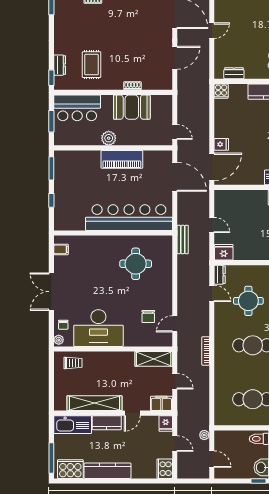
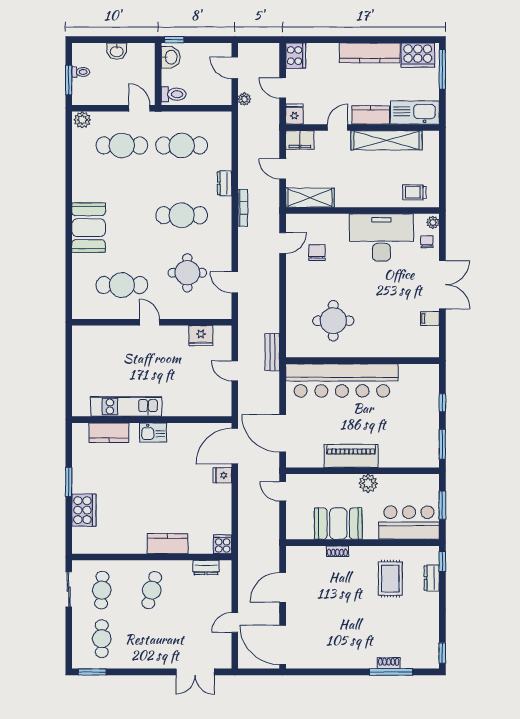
filing cabinet: (61, 249) -> (430, 318), moved
fridge: (224, 252) -> (201, 336), moved
dresser: (220, 275) -> (225, 183), moved

